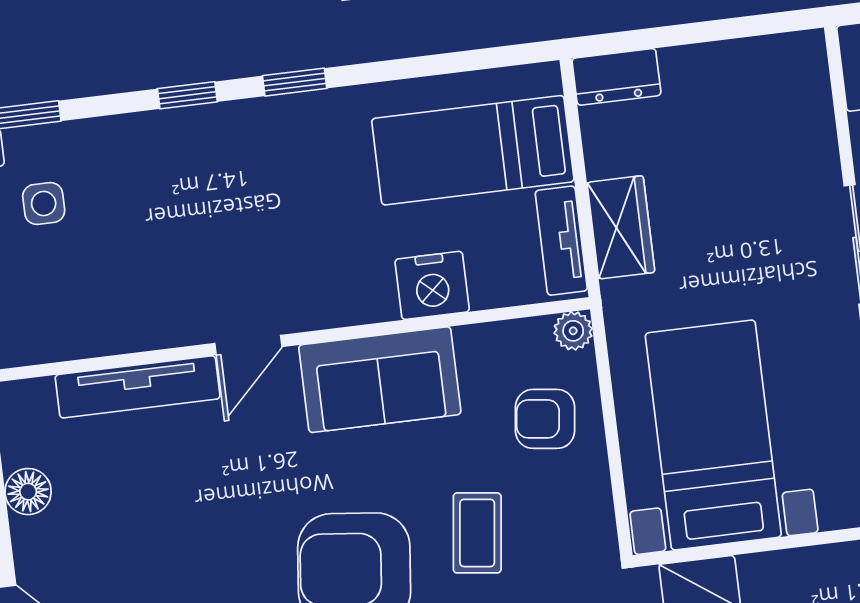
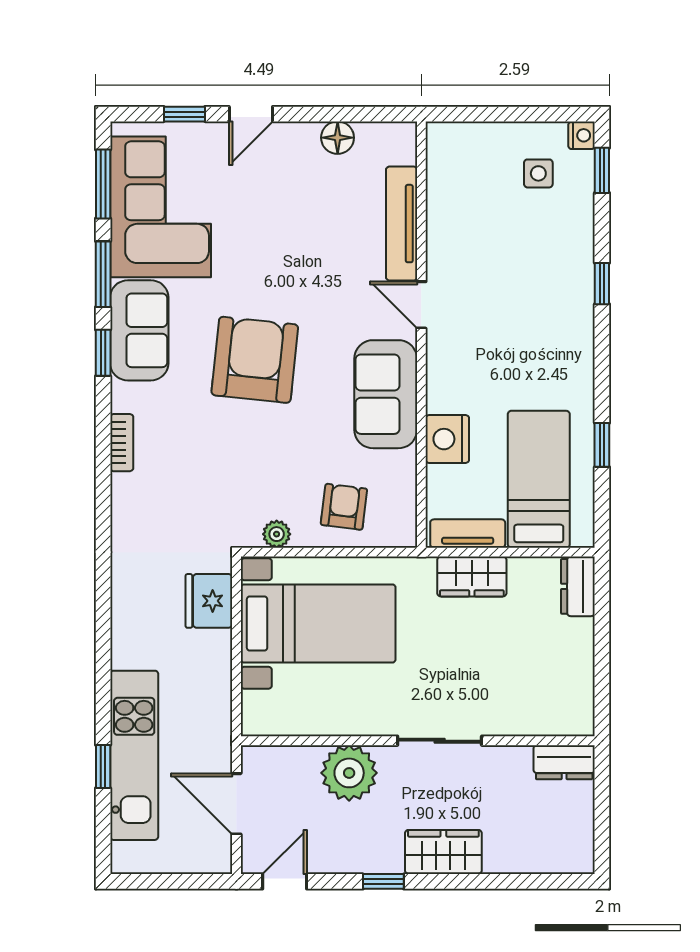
window: (295, 82) -> (602, 445), moved
plant: (573, 331) -> (277, 534), moved
coffee table: (477, 533) -> (270, 449), removed

